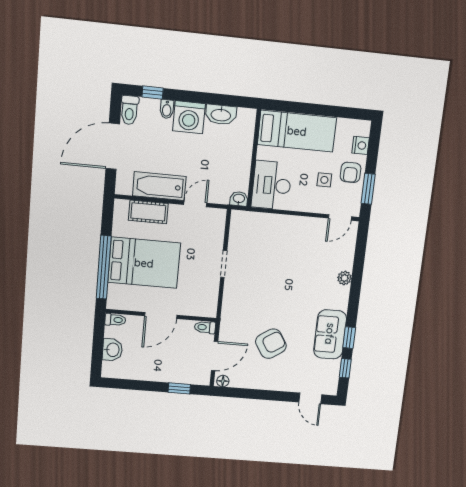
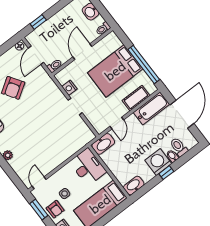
window: (153, 93) -> (166, 173), moved
toilet: (130, 110) -> (179, 147), moved
washbasin: (221, 115) -> (134, 185), moved
armchair: (351, 172) -> (55, 209), turned 180
bathtub: (159, 186) -> (152, 108), moved
washbasin: (239, 199) -> (103, 144), width x1.91, depth x1.45
window: (104, 267) -> (144, 65), moved
nightstand: (211, 290) -> (69, 88), added

